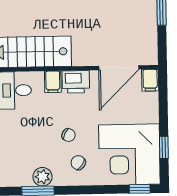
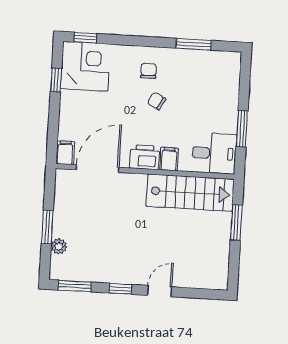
corner desk: (129, 154) -> (85, 66), width x0.74, depth x0.74
chair: (78, 163) -> (149, 71), turned -127
plant: (42, 177) -> (188, 59), removed

